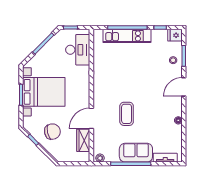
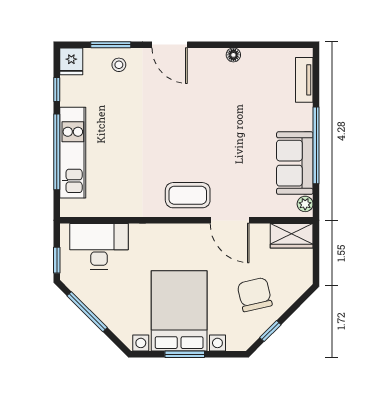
coffee table: (127, 114) -> (188, 195), moved
wardrobe: (83, 140) -> (292, 236), moved
sofa: (136, 153) -> (295, 163), moved

